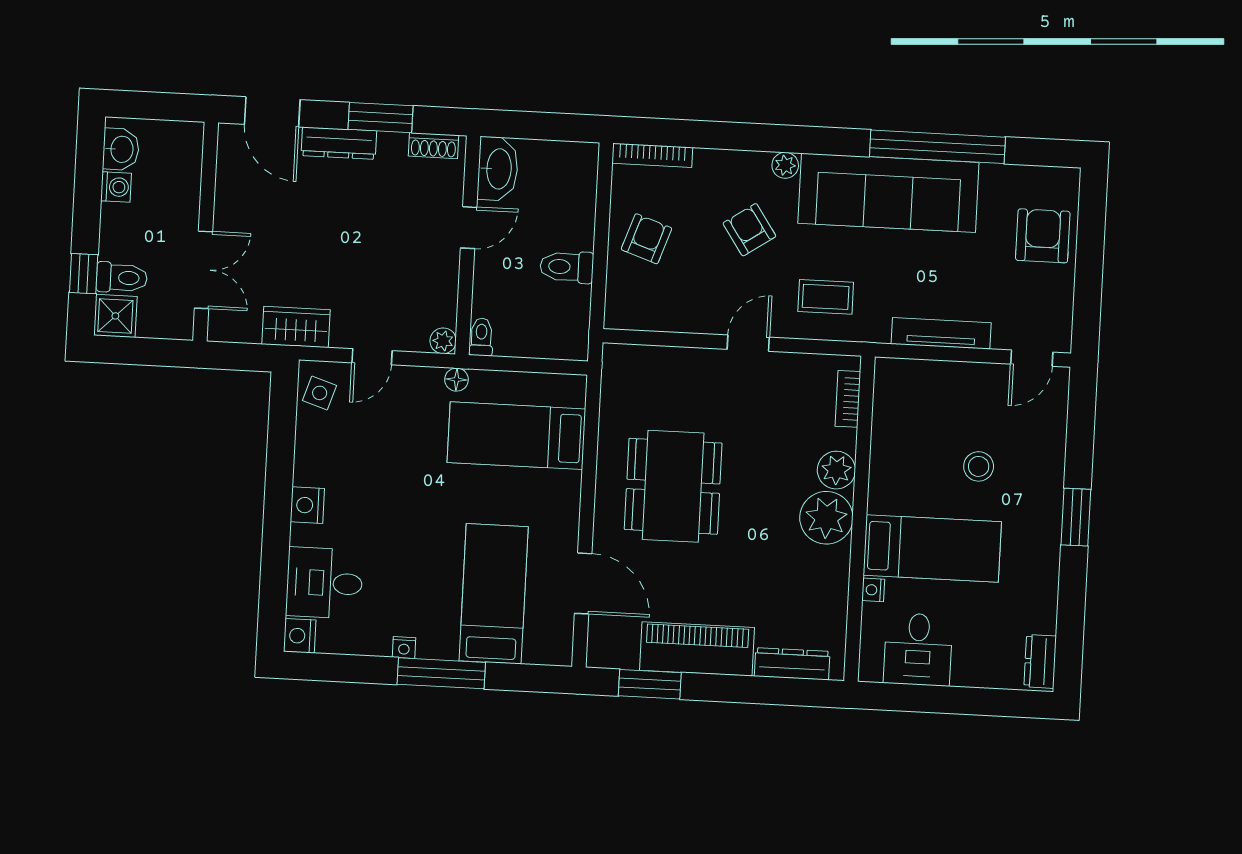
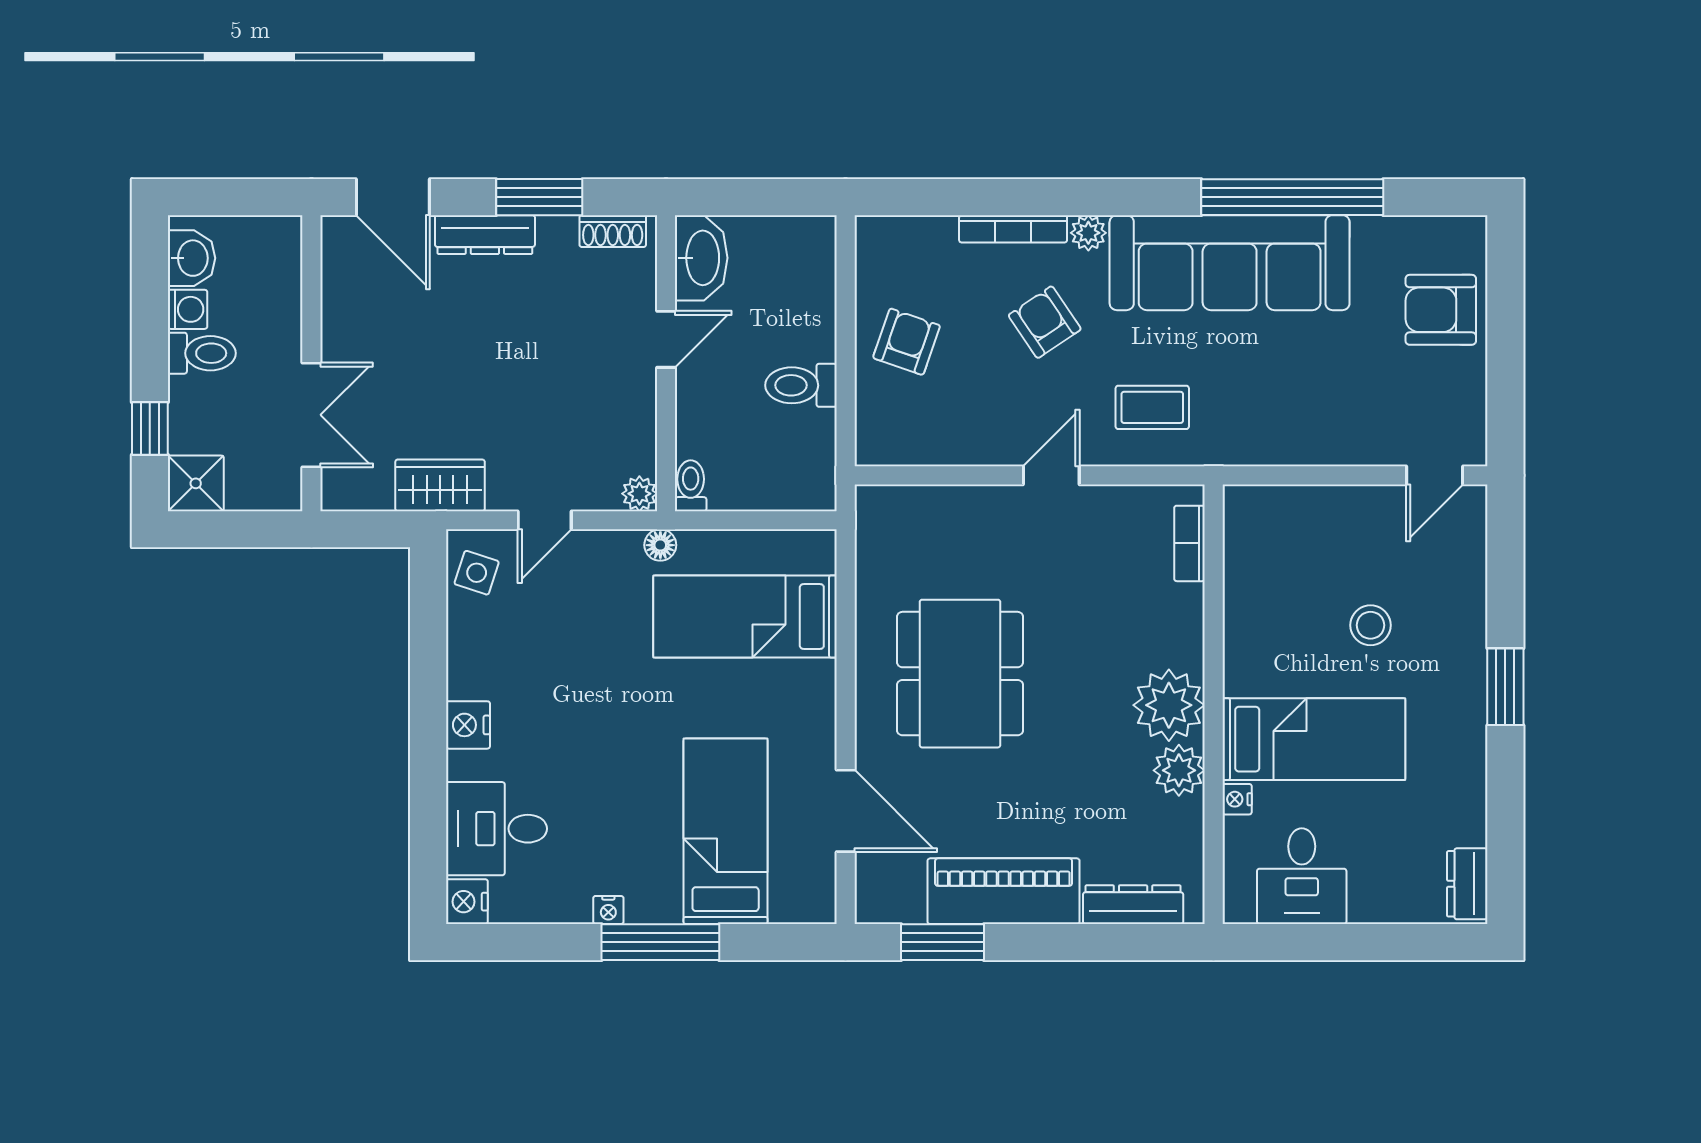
bookcase: (652, 155) -> (1013, 229), moved
armchair: (1043, 236) -> (1441, 310), turned -90
toilet: (122, 278) -> (202, 353), moved
tv unit: (941, 333) -> (1311, 448), removed
plant: (836, 470) -> (1179, 770), moved

